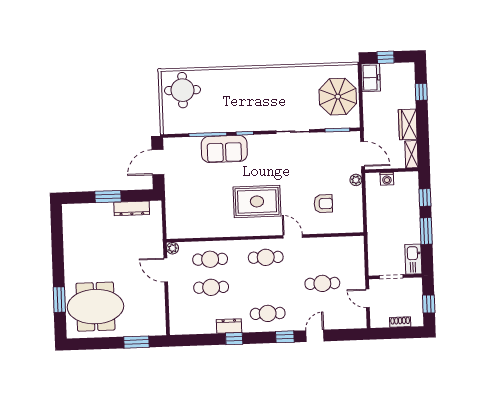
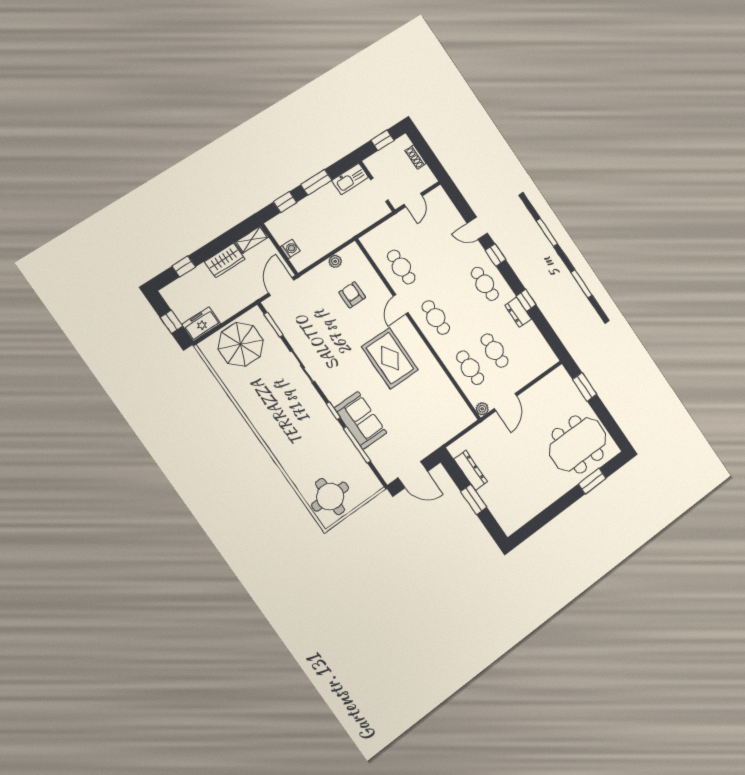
plant: (356, 180) -> (335, 261), moved
cafe table: (322, 283) -> (401, 267), moved
meeting table: (95, 307) -> (578, 444), turned 90

